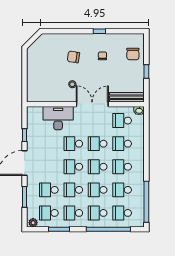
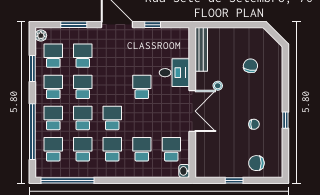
chair: (73, 57) -> (250, 66), moved
bench: (127, 97) -> (201, 49), moved
desk: (58, 118) -> (174, 73), width x0.73
school desk: (98, 144) -> (142, 118), removed
school desk: (73, 167) -> (112, 87), removed

